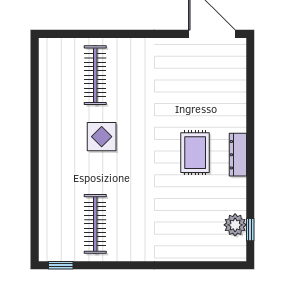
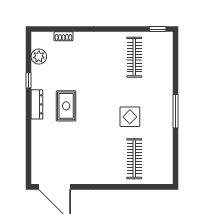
window: (35, 145) -> (176, 111), added
window: (250, 230) -> (28, 80), moved
shoe rack: (199, 255) -> (63, 36), added

